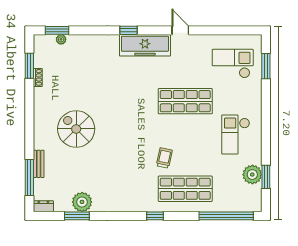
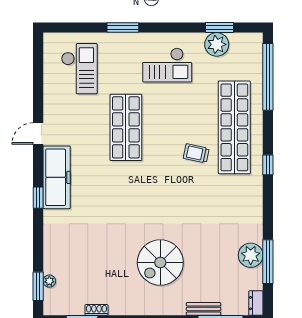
checkout: (233, 64) -> (79, 69), turned 180
window: (266, 66) -> (123, 28), moved
shop shelf: (185, 189) -> (234, 127), width x1.40
window: (77, 216) -> (268, 262), width x1.44

